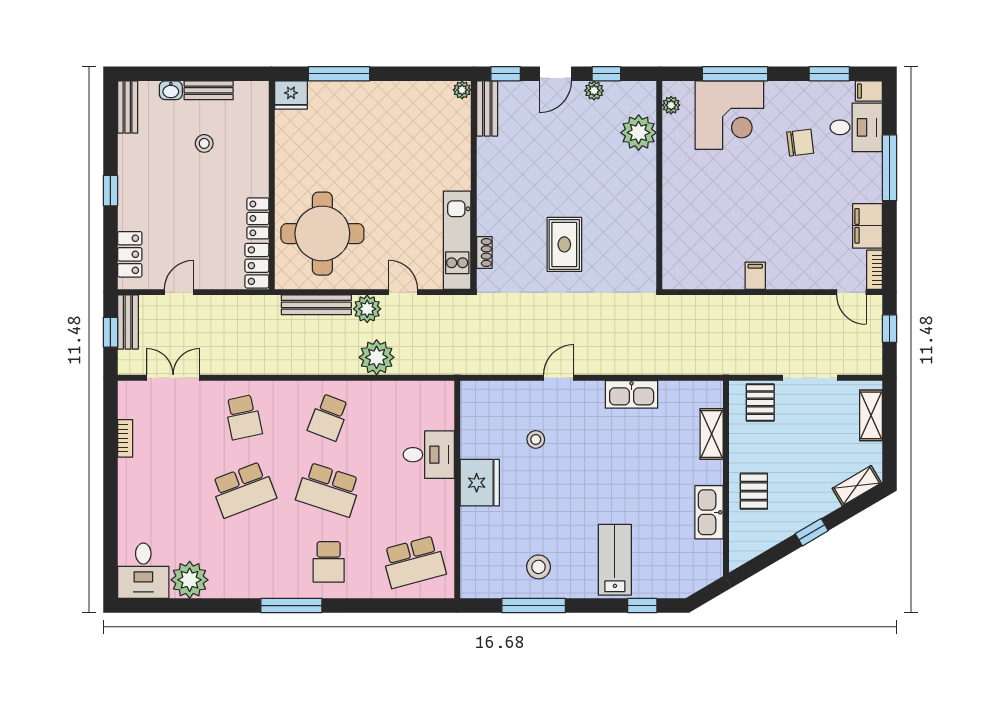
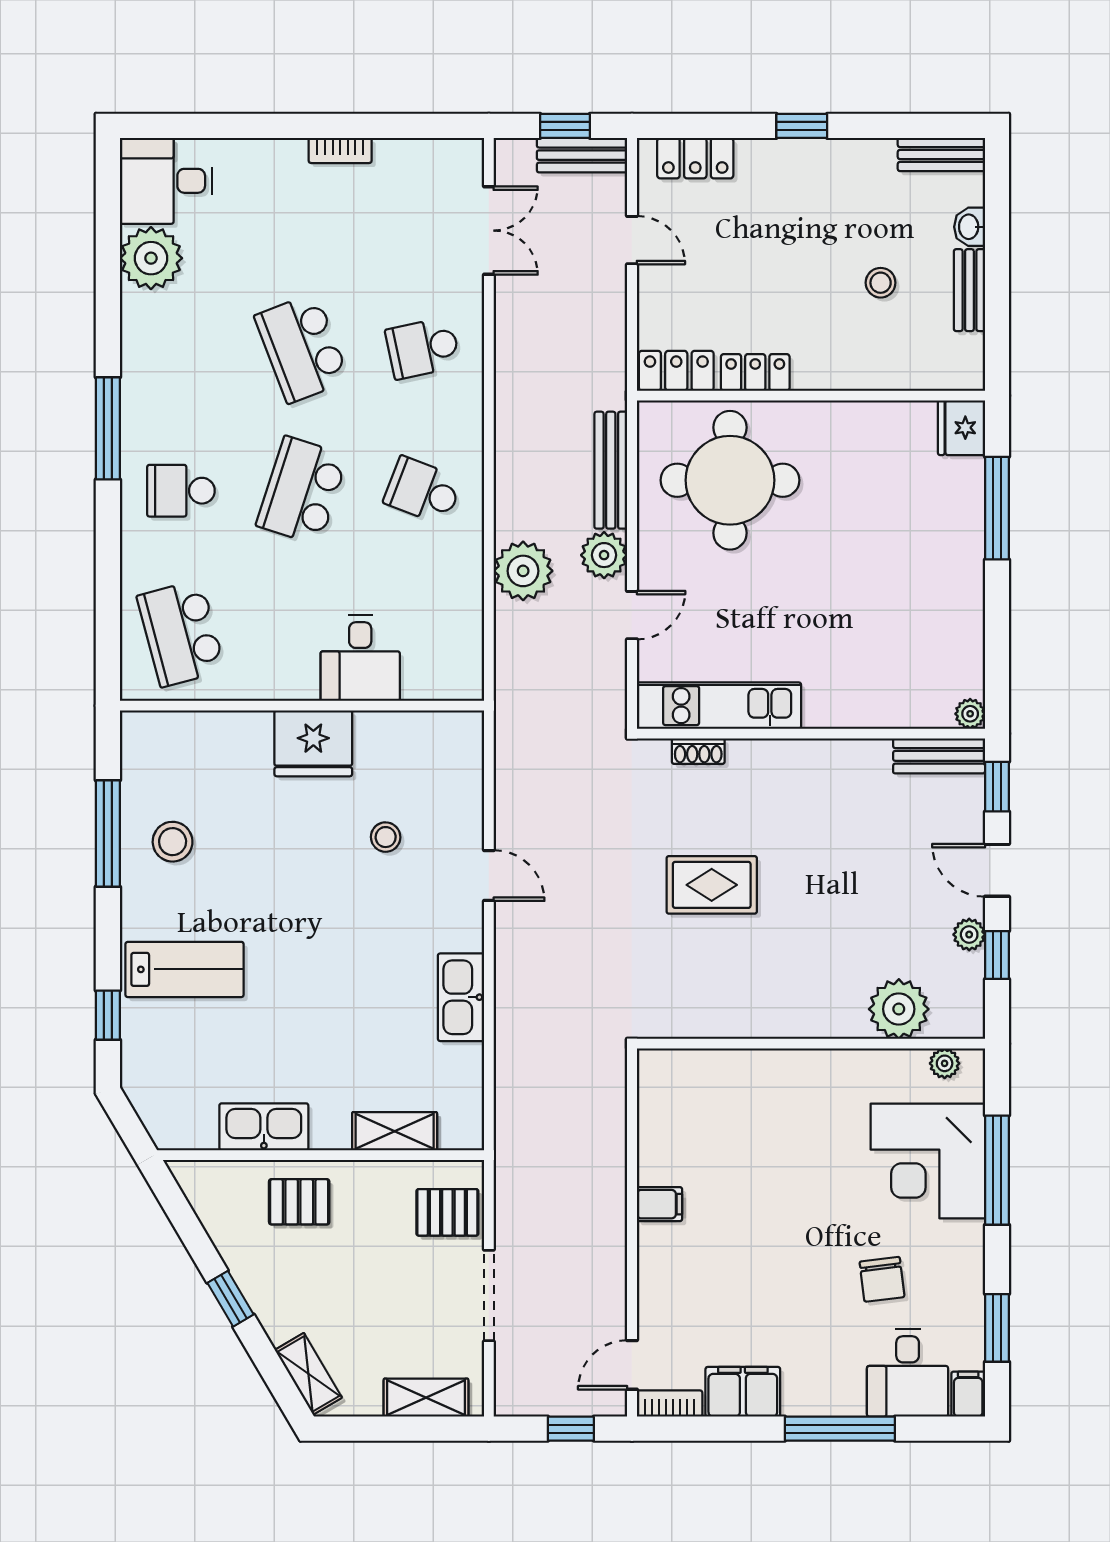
bookcase: (125, 438) -> (340, 150), moved

